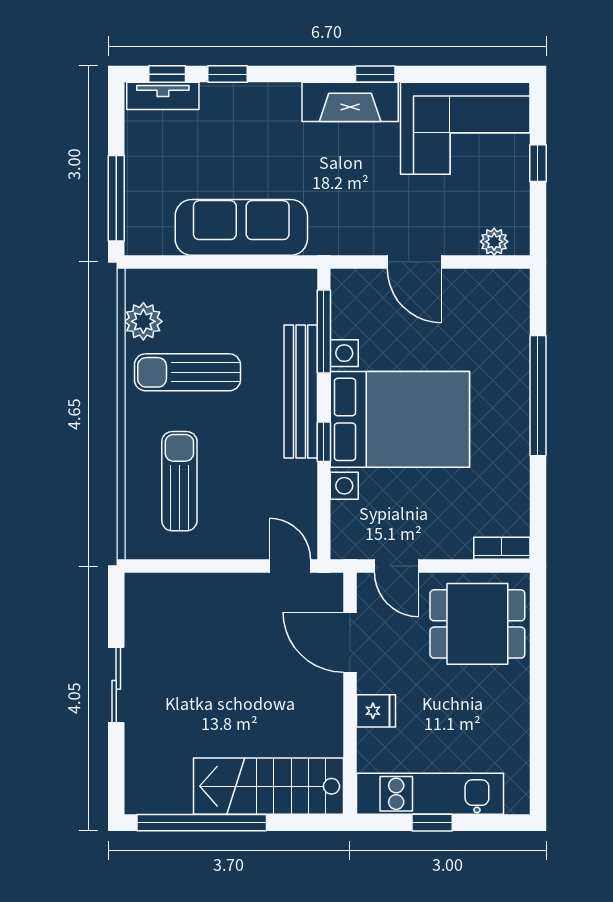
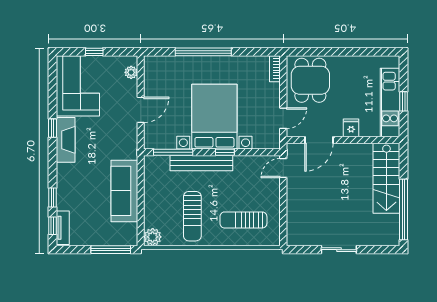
plant: (143, 321) -> (153, 237), moved

